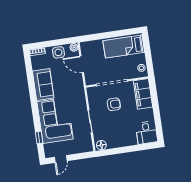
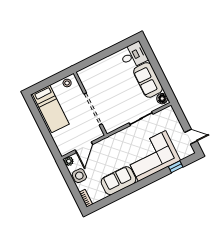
filing cabinet: (143, 94) -> (94, 72), removed
armchair: (114, 104) -> (115, 99), removed
sofa: (121, 138) -> (148, 80), added

